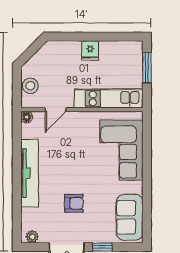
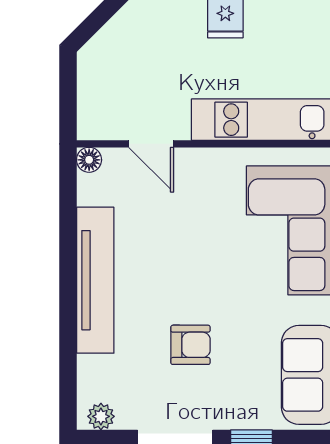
stool: (30, 86) -> (97, 93), removed
door: (56, 110) -> (151, 144), hinge flipped

